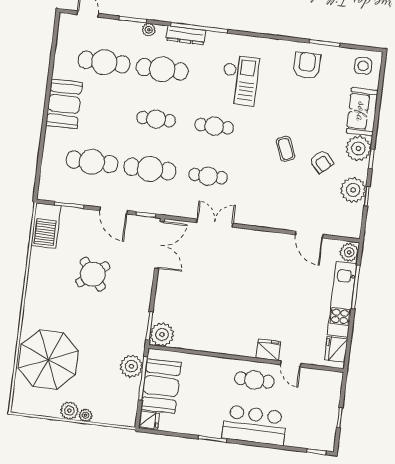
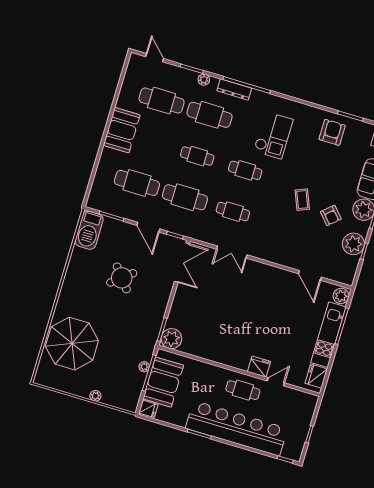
double door: (215, 223) -> (232, 252), swing flipped
door: (291, 364) -> (276, 382), swing flipped
plant: (131, 366) -> (144, 367), width x0.53, depth x0.53
plant: (69, 411) -> (82, 390), removed
bar counter: (254, 425) -> (237, 428), width x1.86

